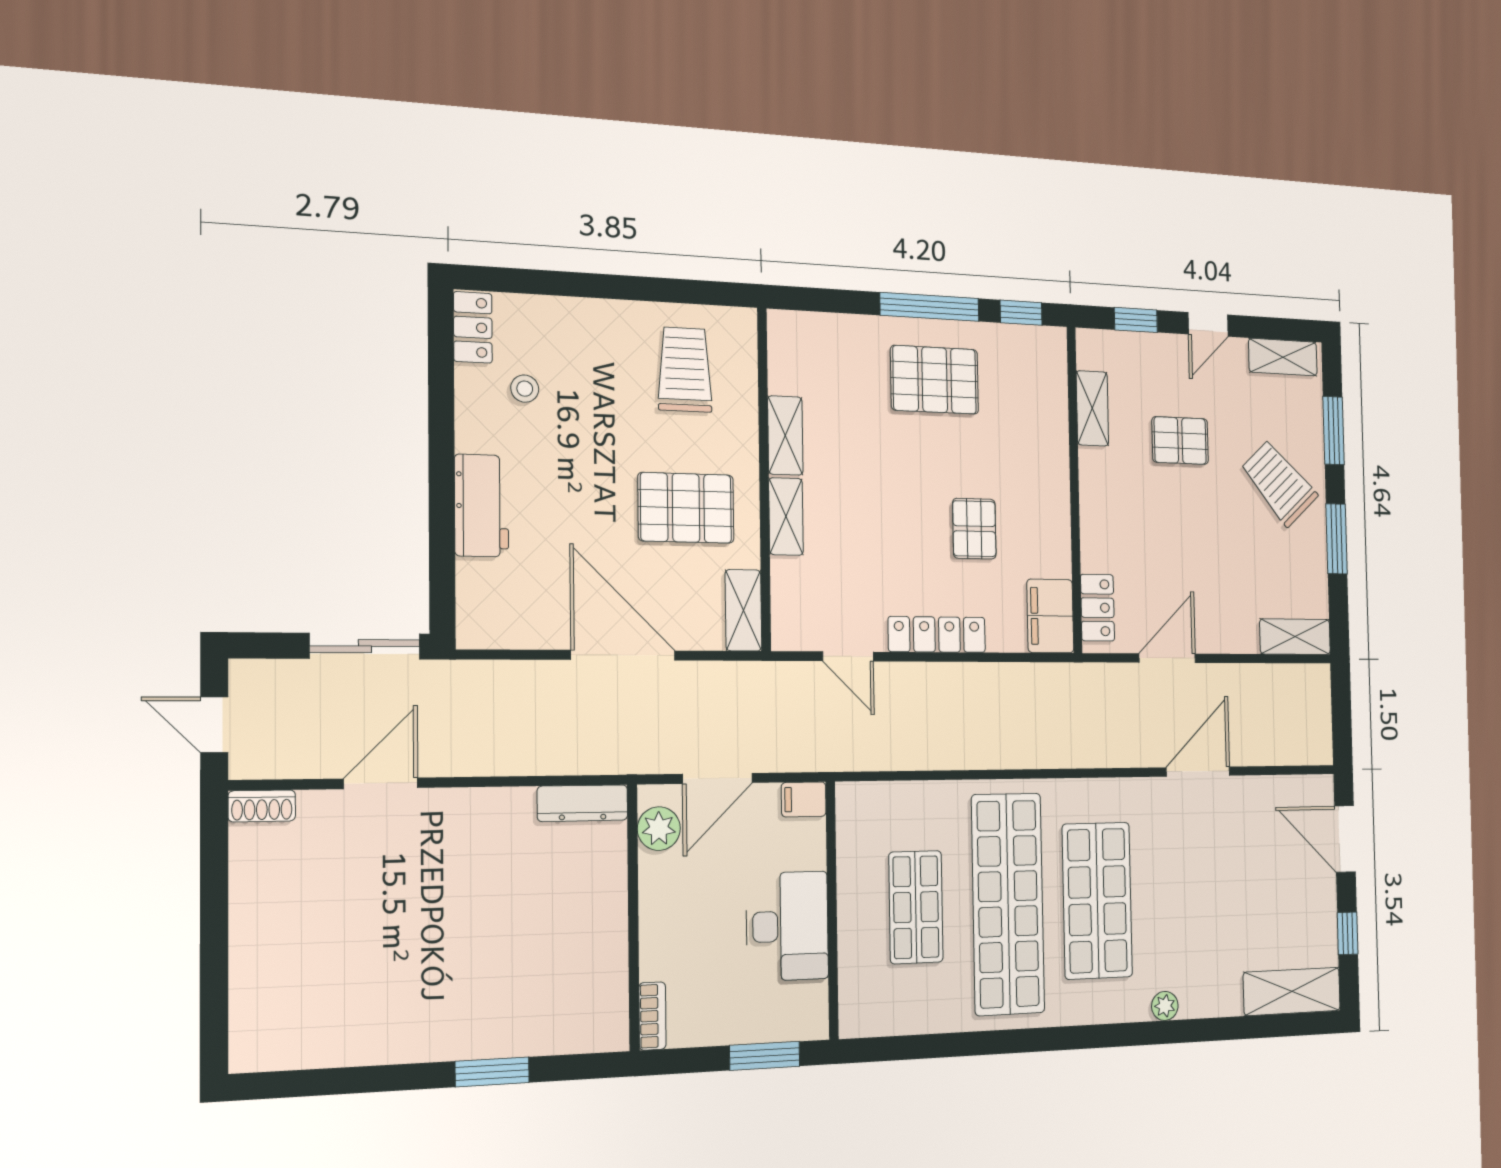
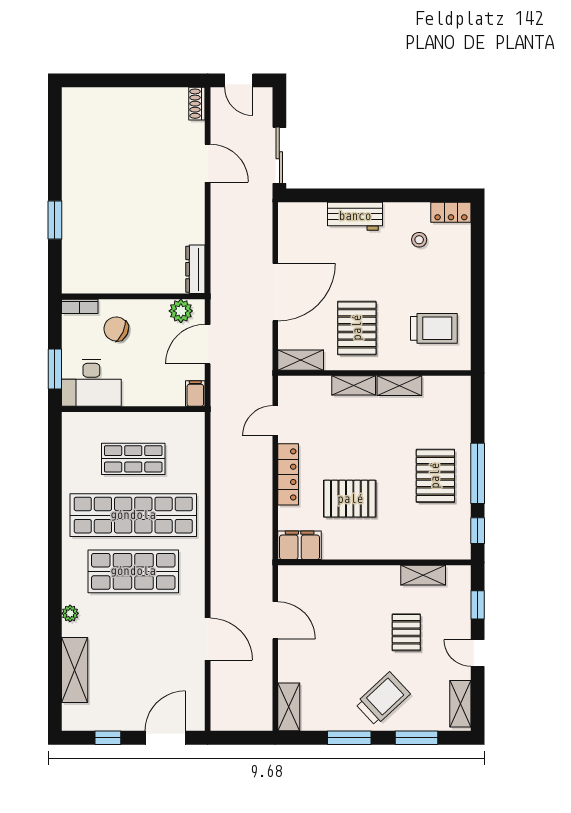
pallet: (974, 529) -> (350, 499), width x1.50, depth x1.42
locker: (1097, 608) -> (305, 576), removed
door: (214, 725) -> (239, 80), swing flipped
door: (717, 778) -> (208, 344), hinge flipped
desk: (787, 926) -> (91, 383), moved
chair: (692, 947) -> (116, 329), added
shelving: (1292, 991) -> (75, 670), moved

